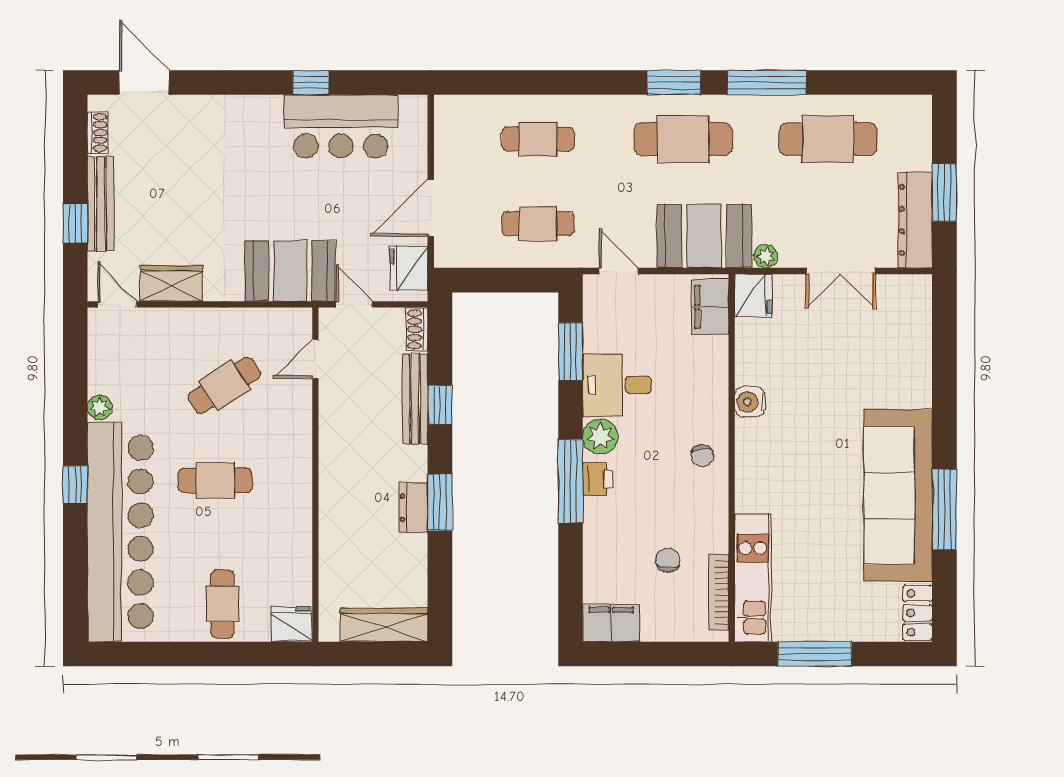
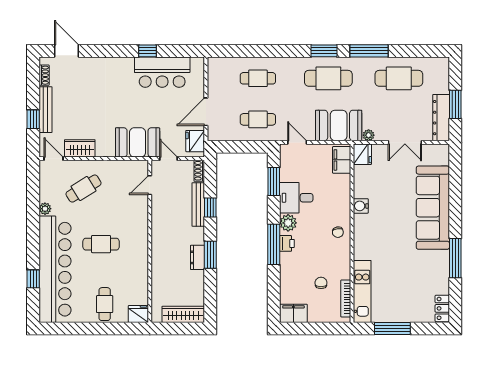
cafe table: (224, 385) -> (84, 189), moved
window: (75, 484) -> (33, 279), moved
sofa: (898, 495) -> (433, 208), moved

